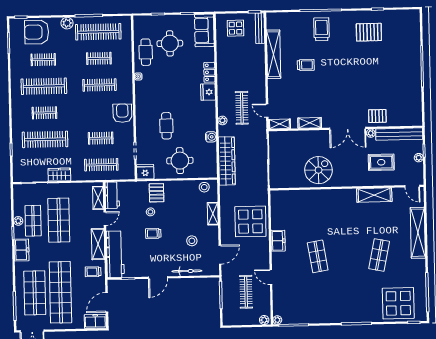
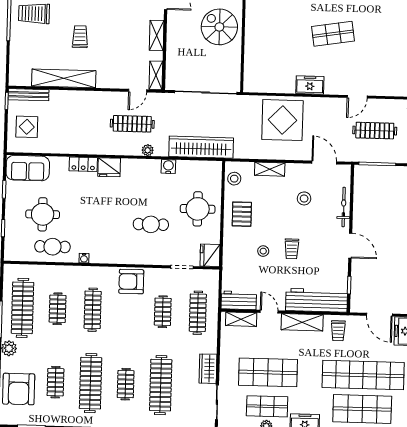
pallet: (157, 193) -> (242, 214), moved, turned 90

